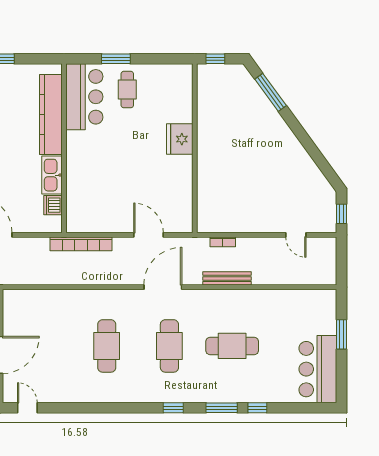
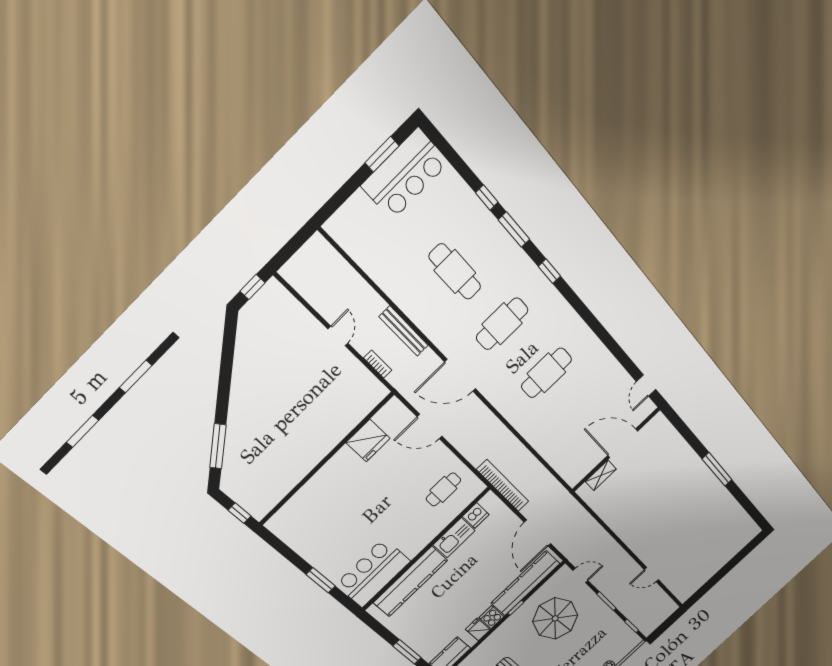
cafe table: (127, 90) -> (443, 489), moved
fridge: (180, 139) -> (368, 441), moved
door: (149, 235) -> (430, 427), hinge flipped
door: (296, 235) -> (338, 336), moved
bookcase: (81, 244) -> (503, 486), moved
window: (341, 334) -> (382, 154), moved

